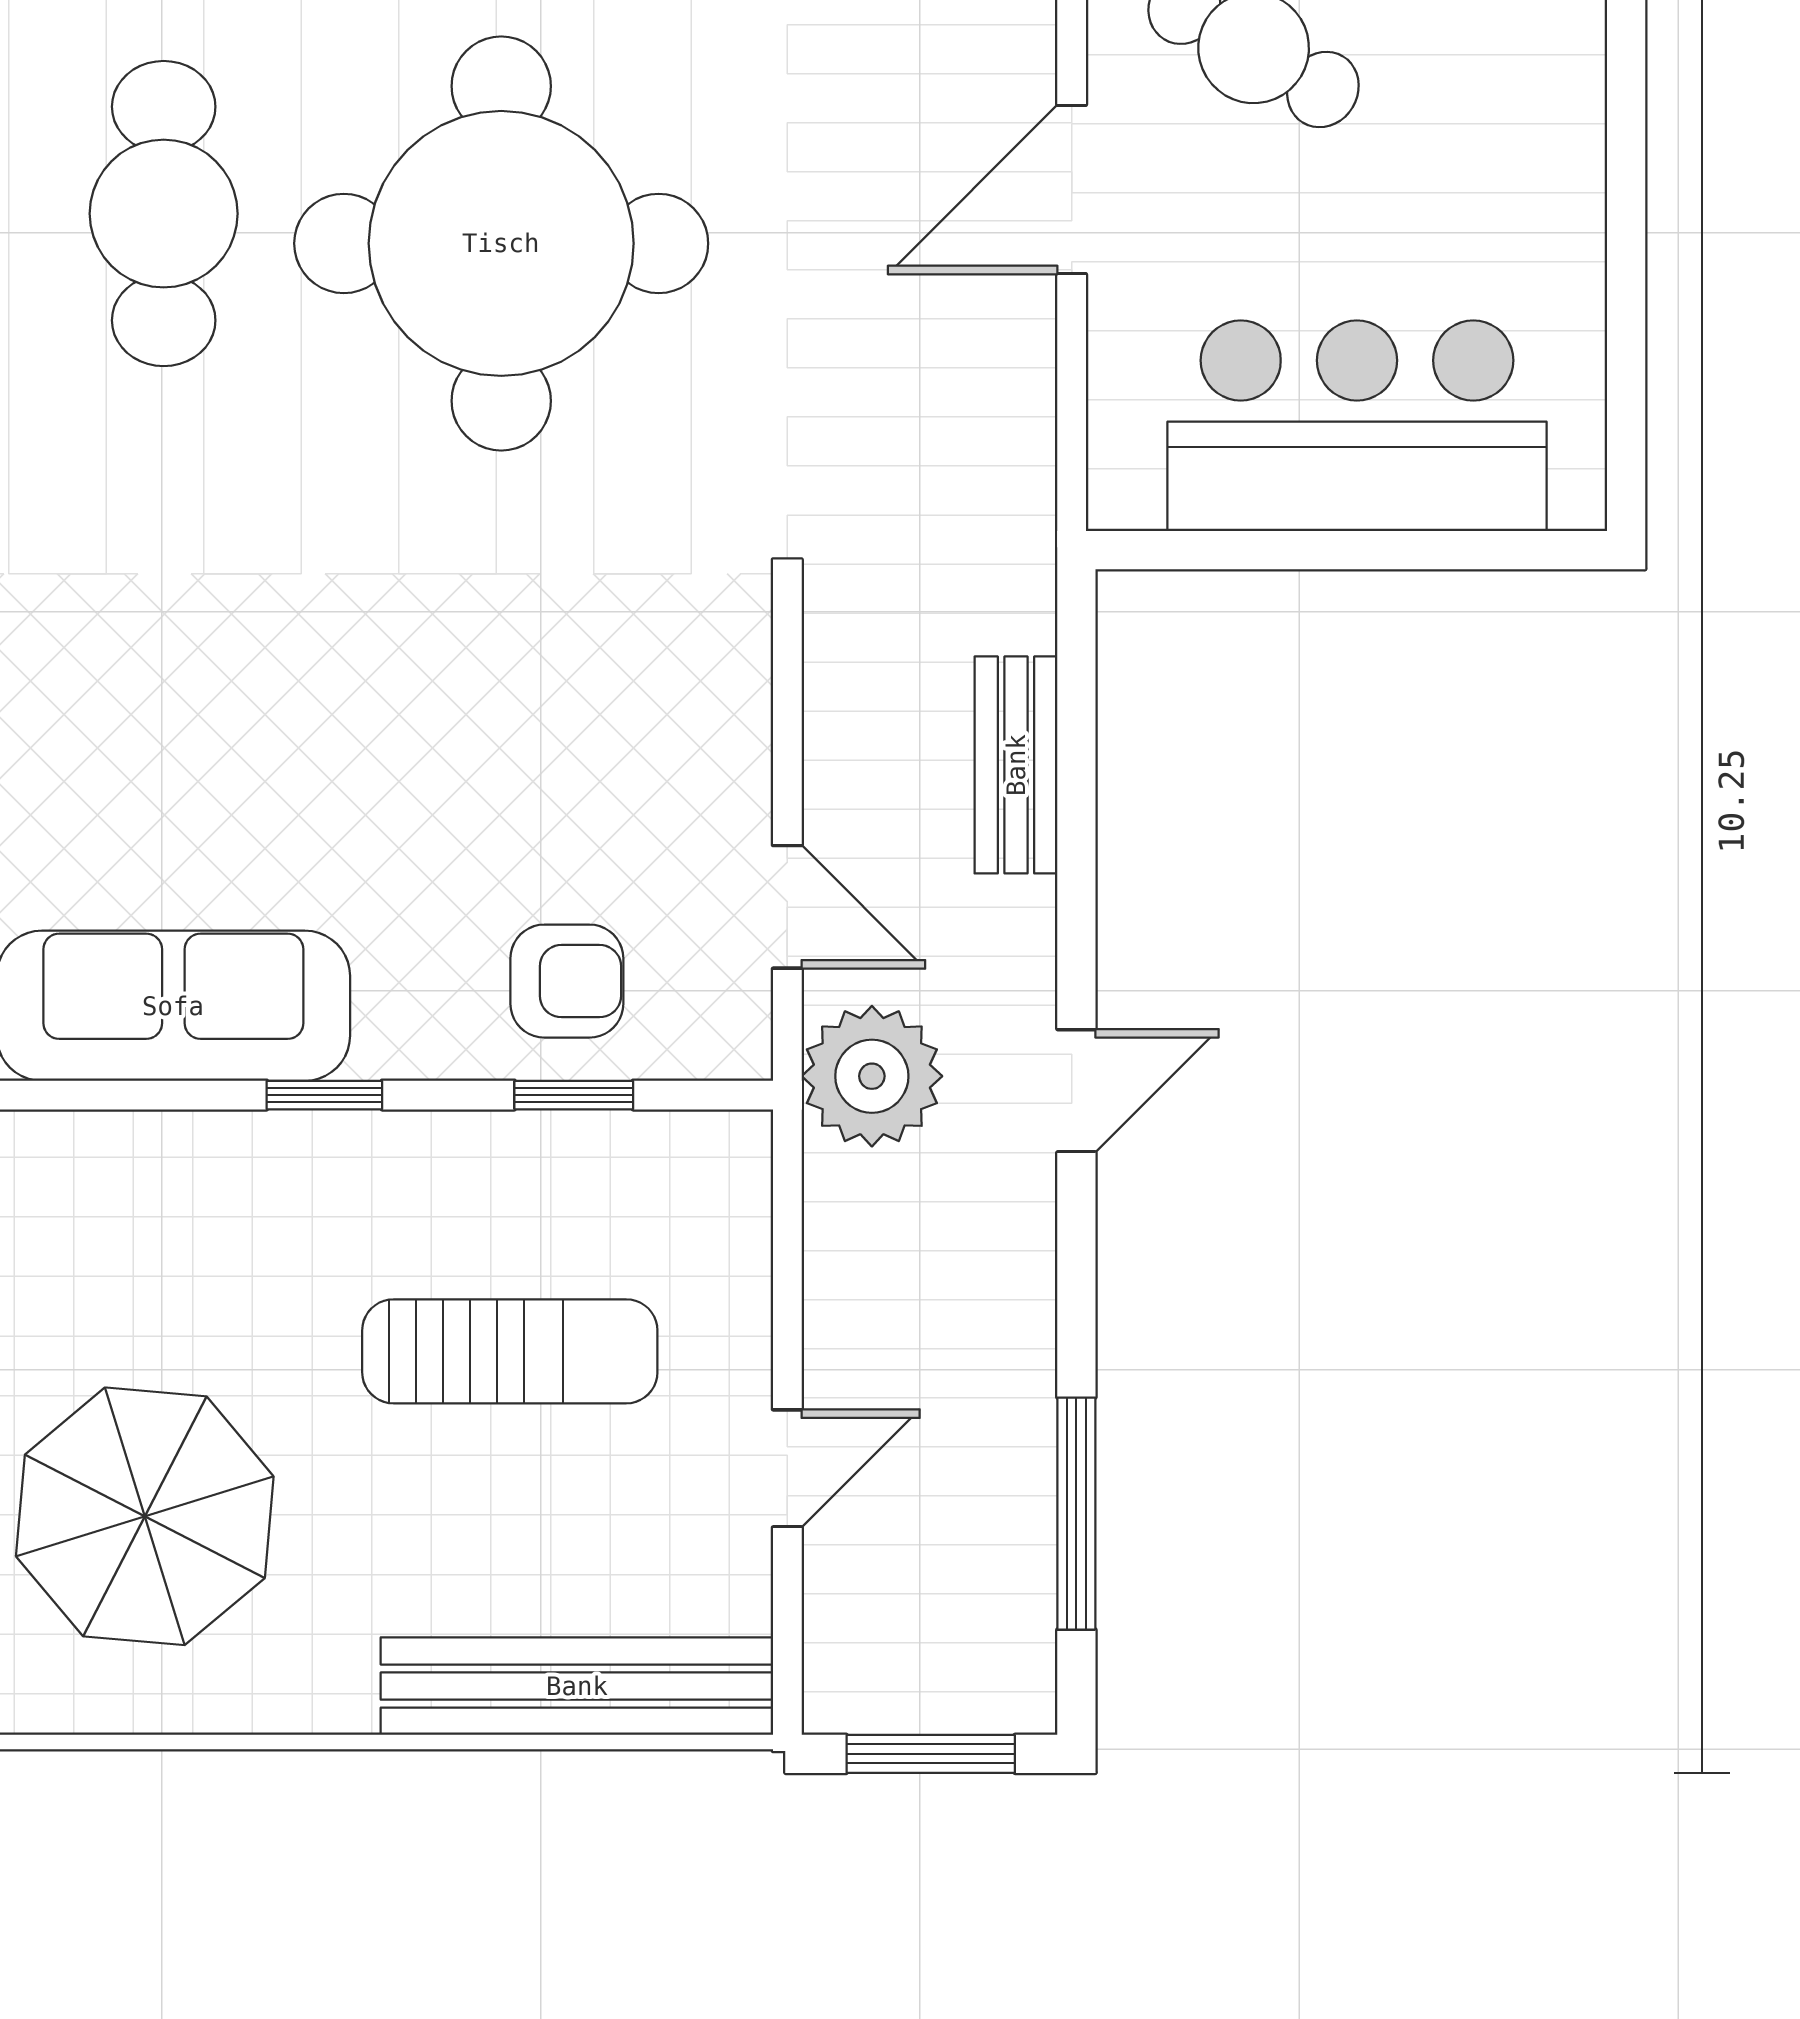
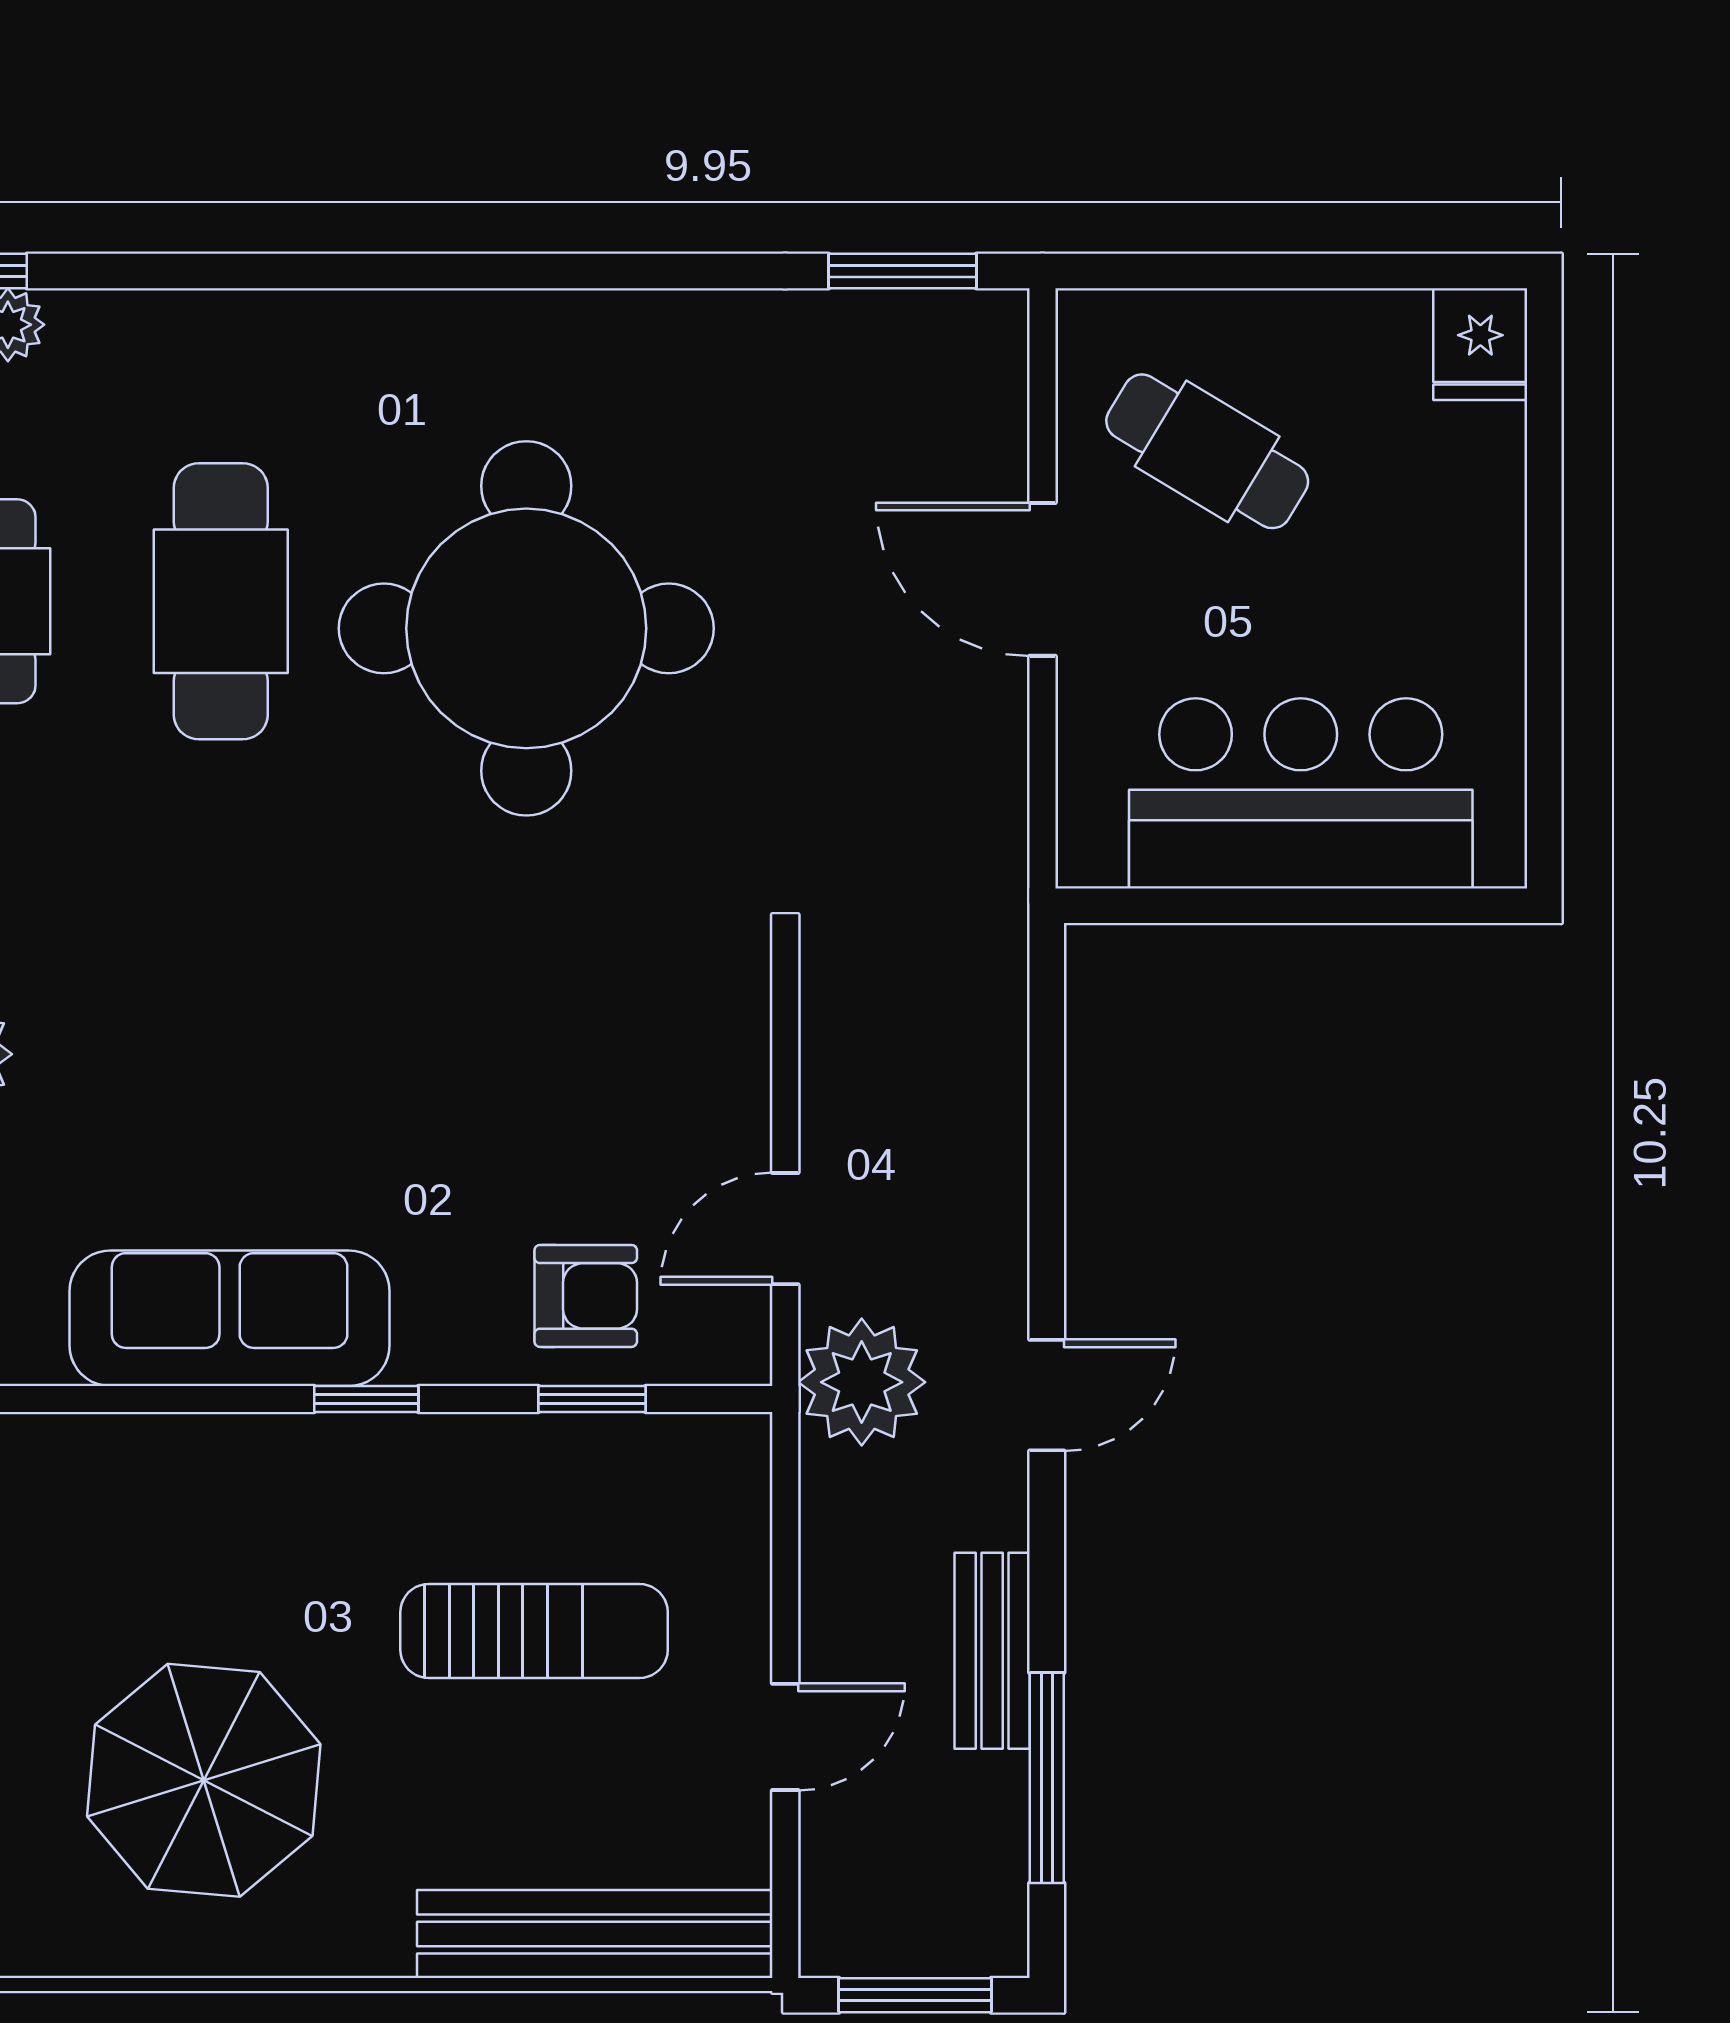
door: (1072, 189) -> (1043, 579), hinge flipped
bench: (1016, 765) -> (992, 1651), moved
door: (787, 907) -> (785, 1229), swing flipped

